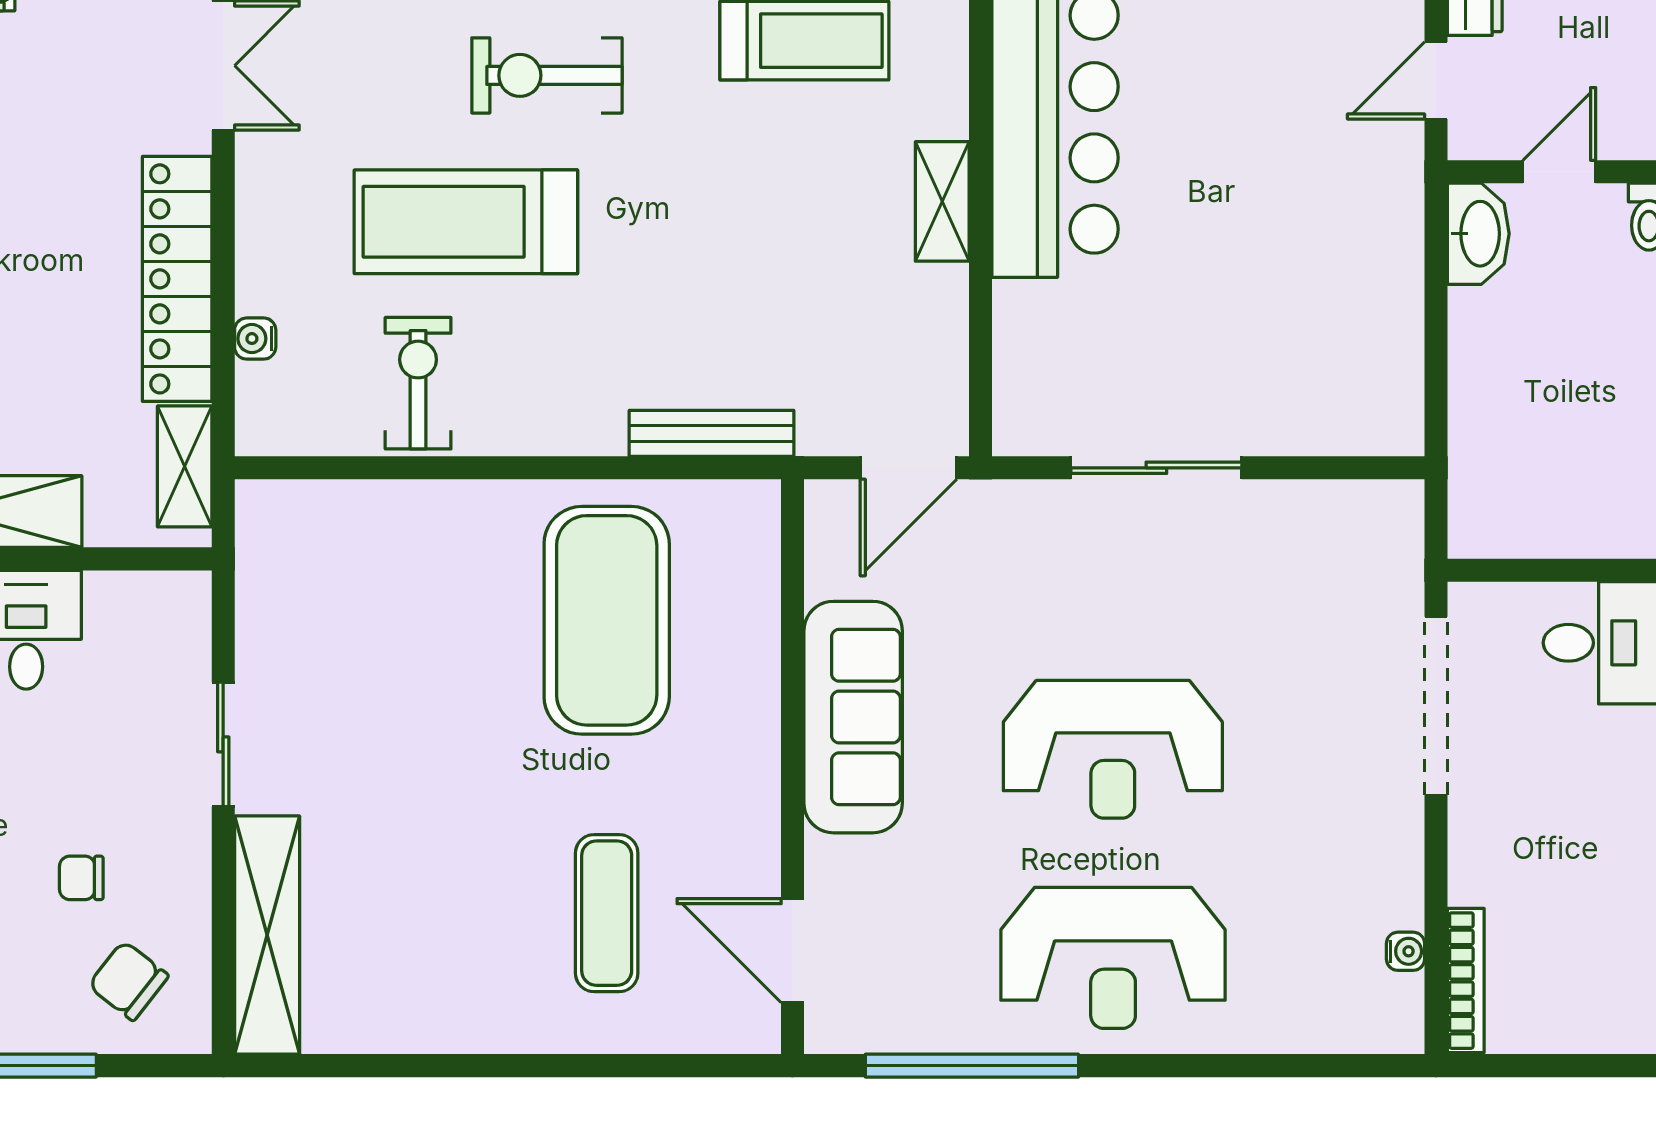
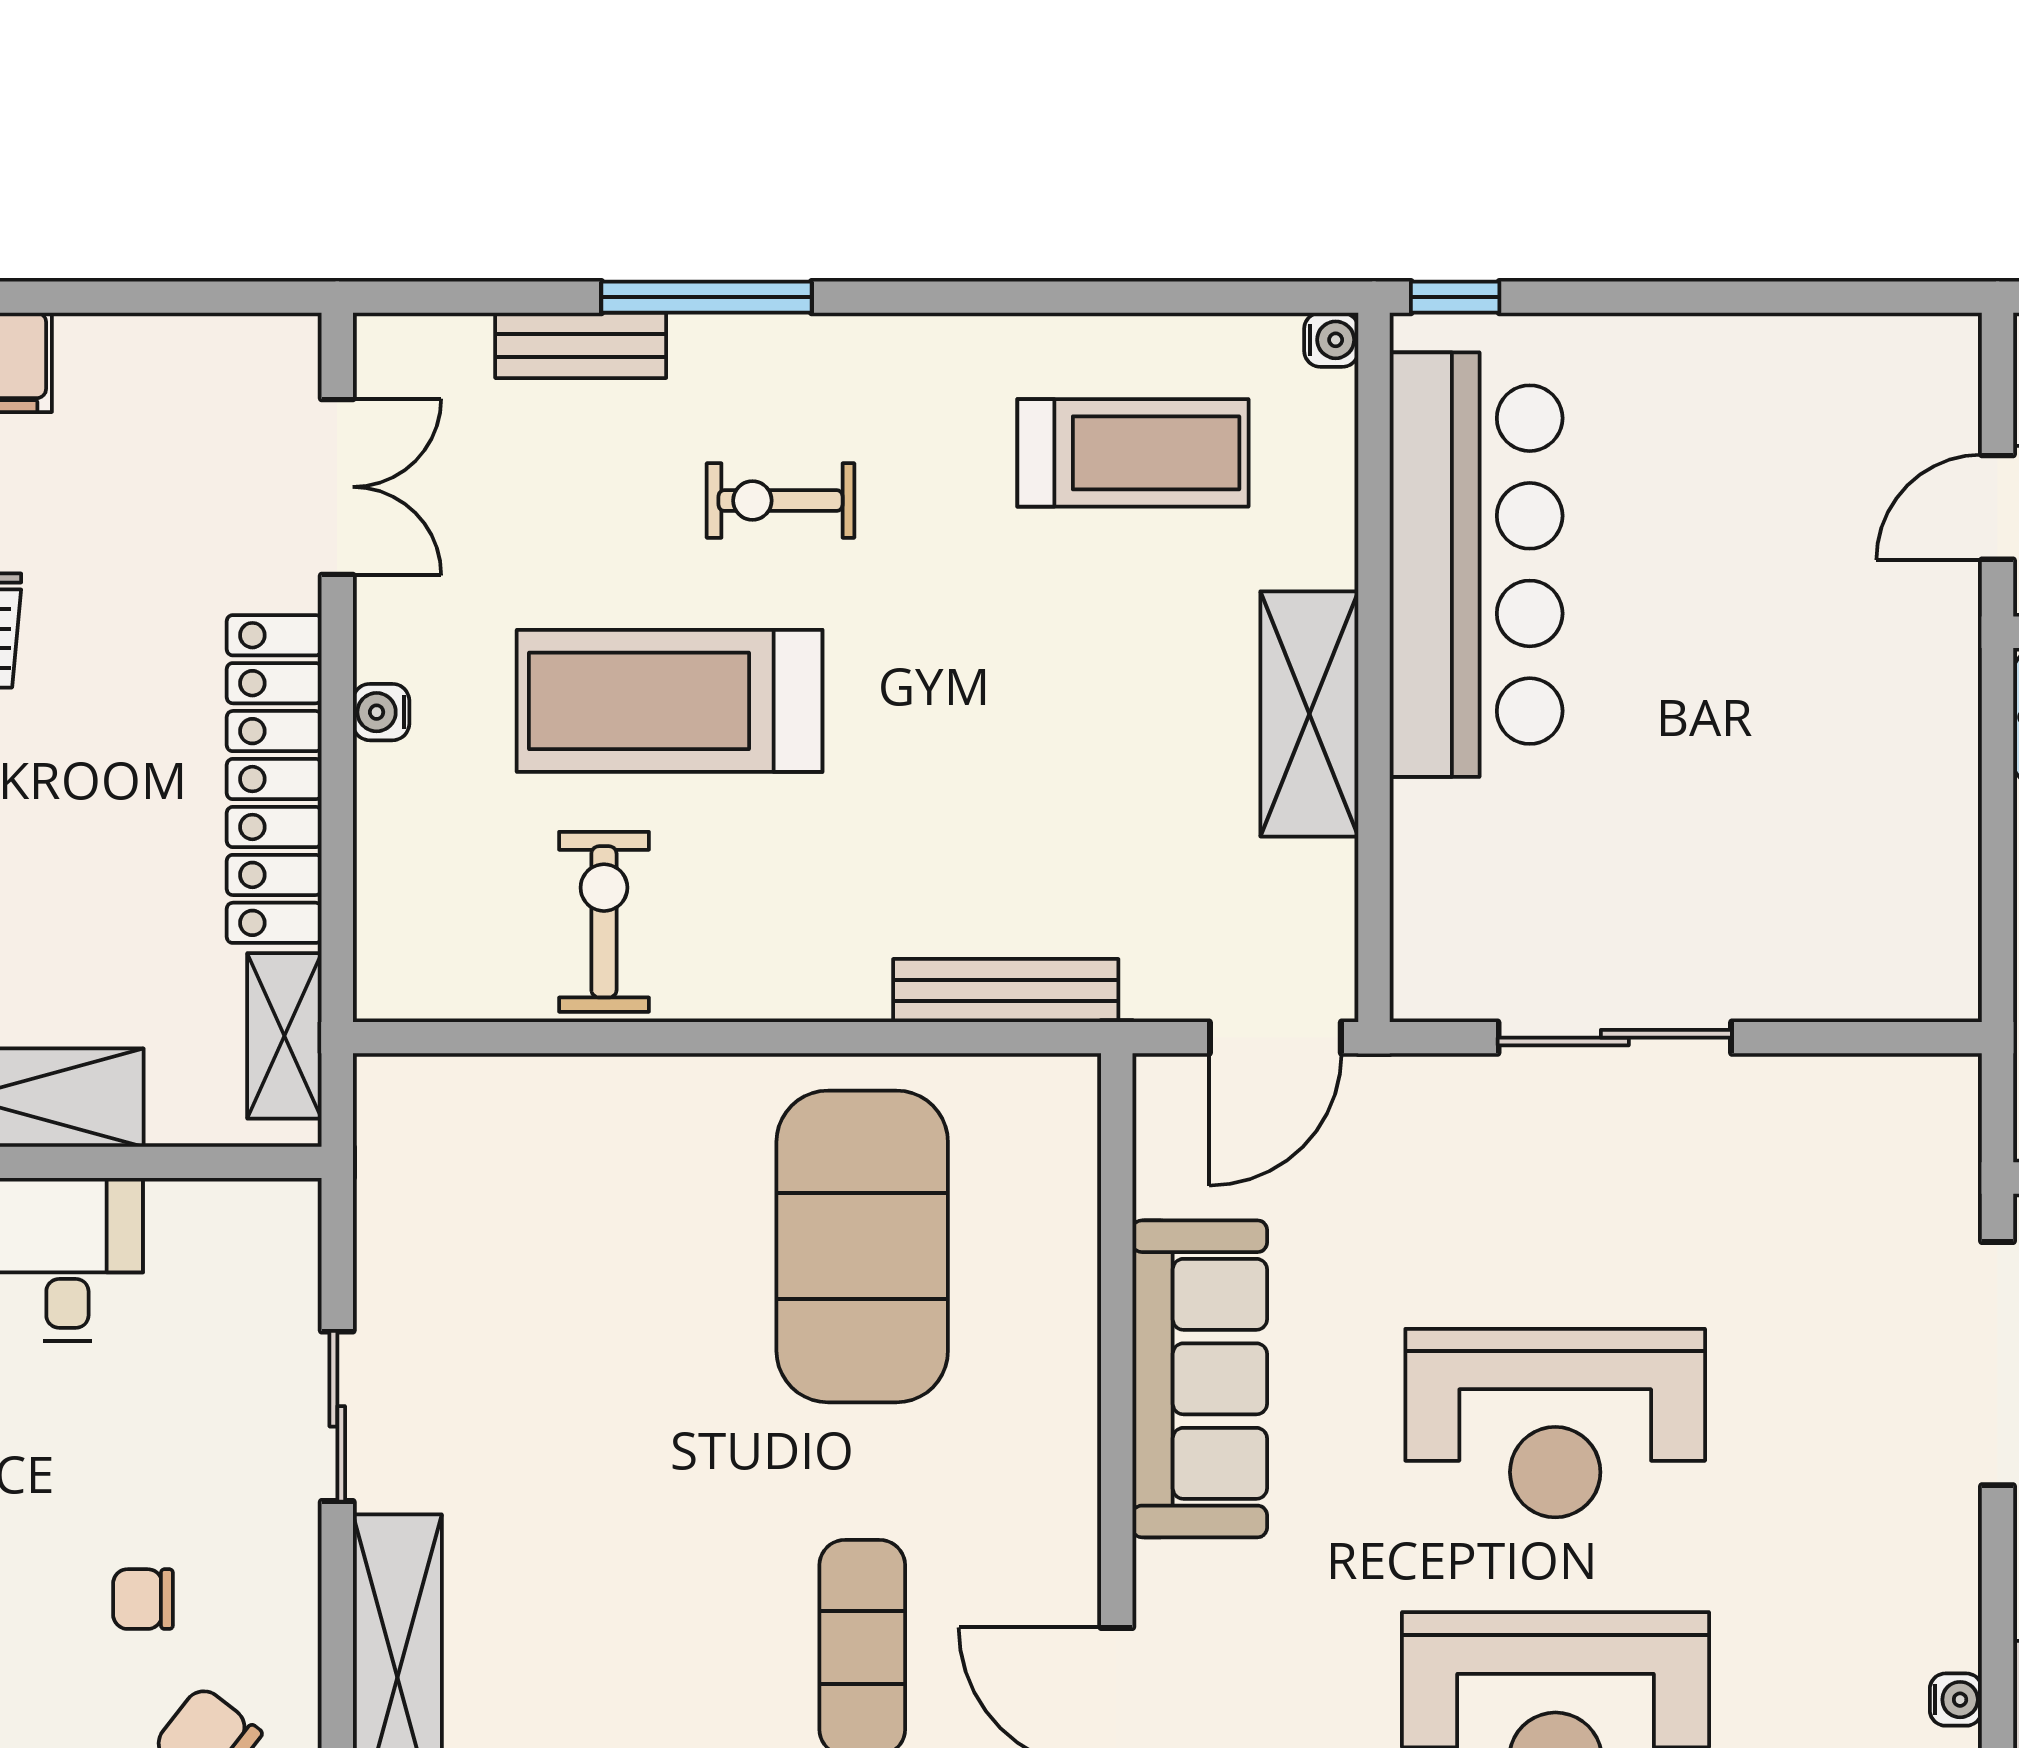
exercise bike: (547, 75) -> (780, 501), width x0.73, depth x0.72
shelving: (942, 201) -> (1309, 714), width x1.50, depth x1.33
water cooler: (255, 339) -> (381, 712), moved

